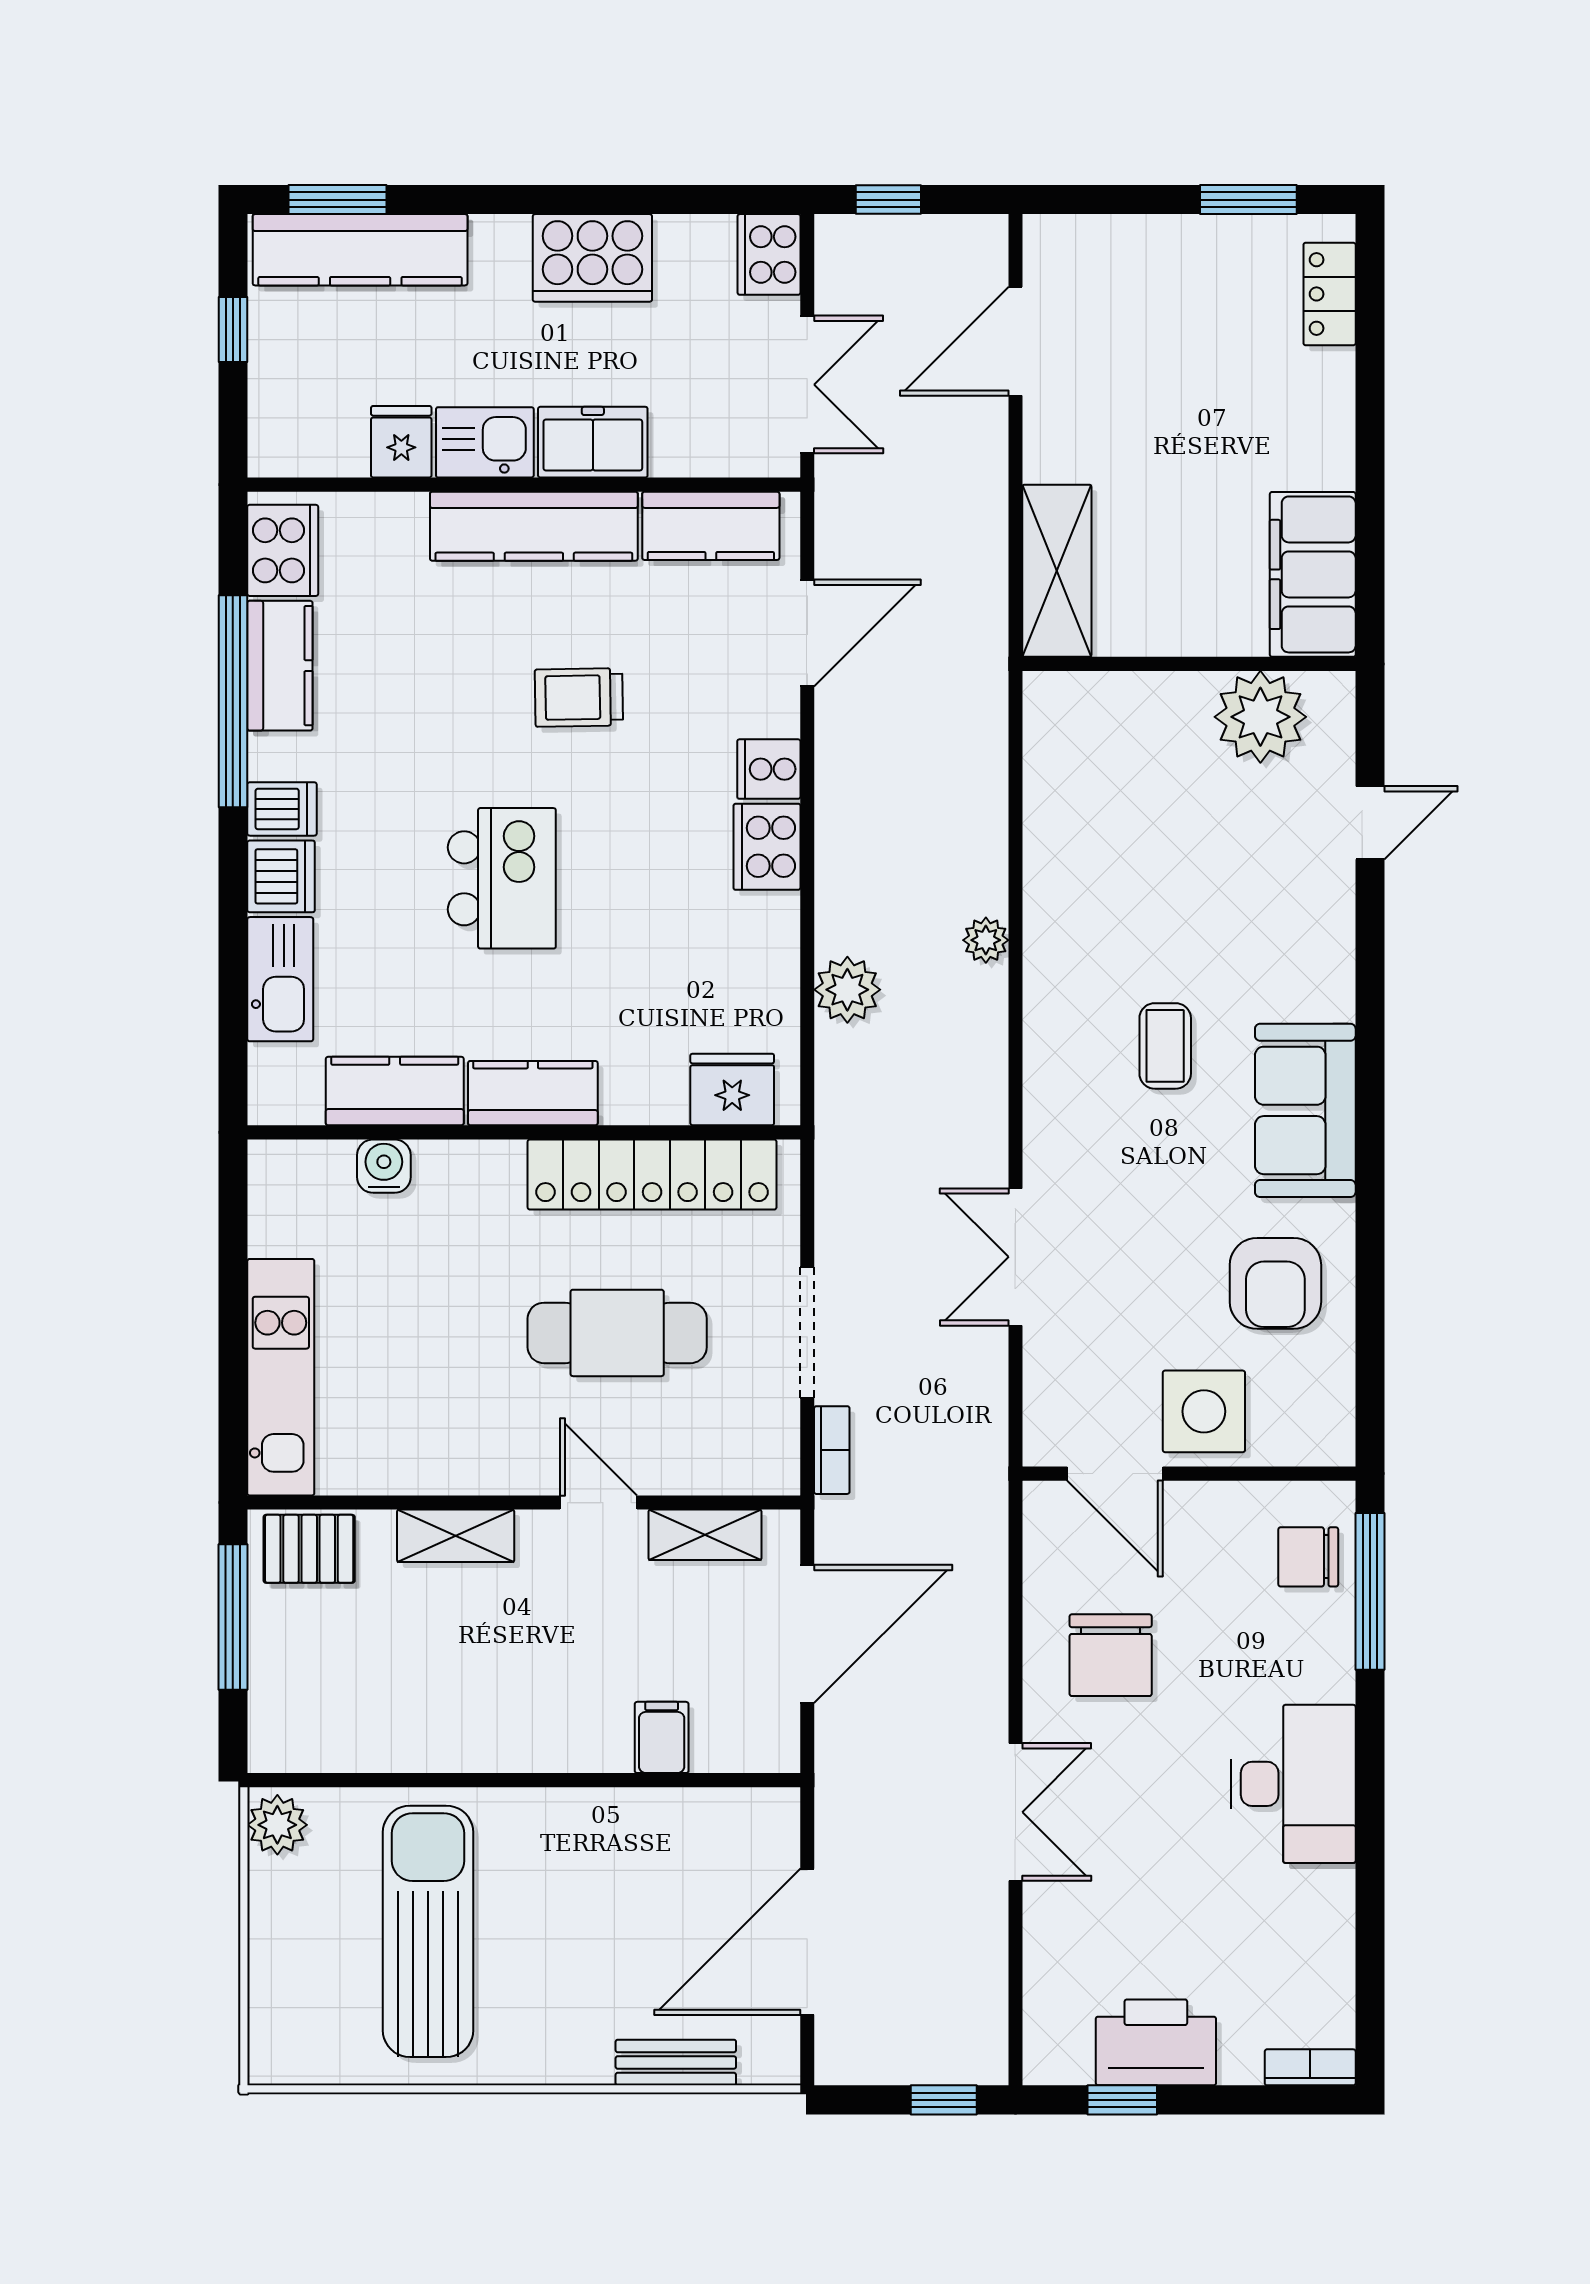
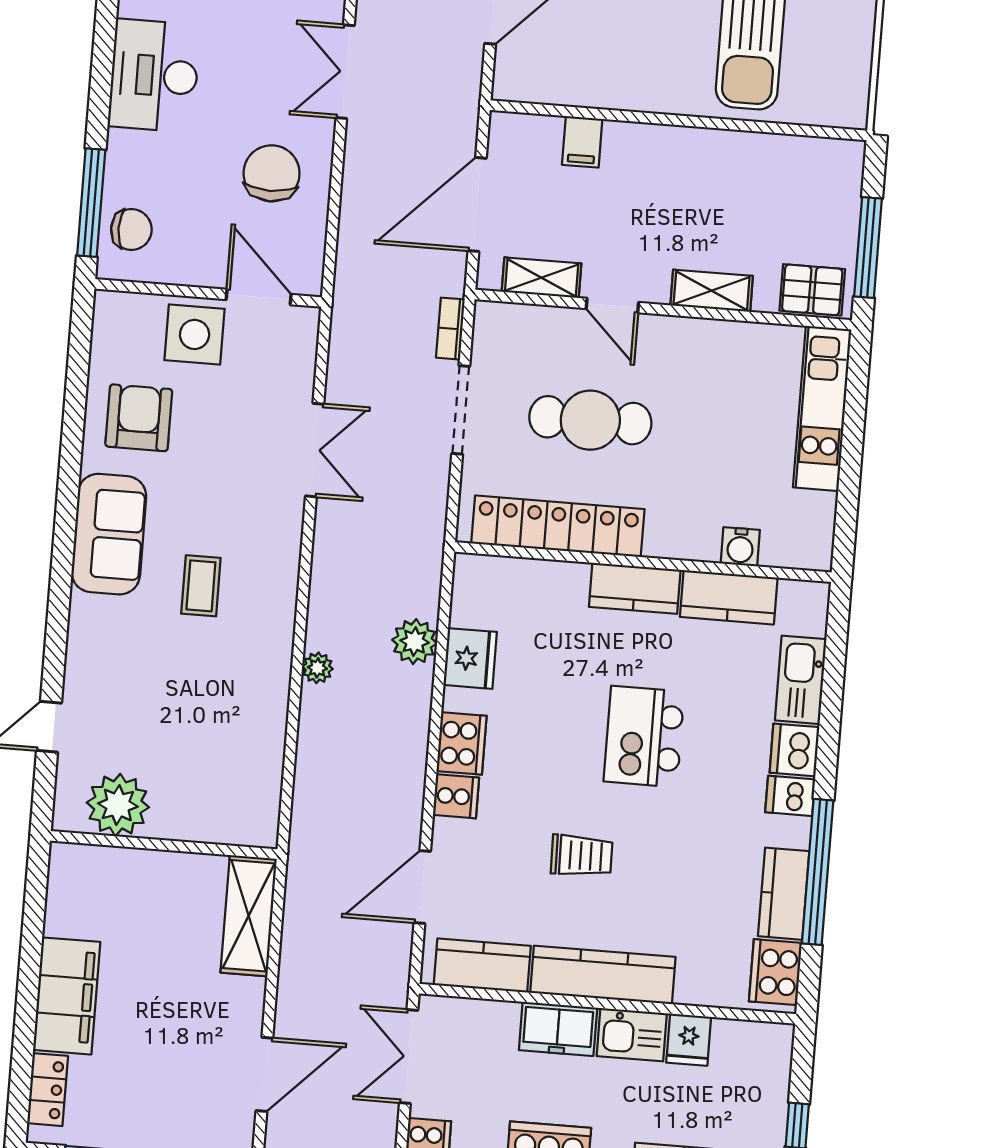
filing cabinet: (1313, 574) -> (67, 996), moved
fridge: (732, 1089) -> (470, 658), moved, turned -90
plant: (277, 1825) -> (849, 103), removed

